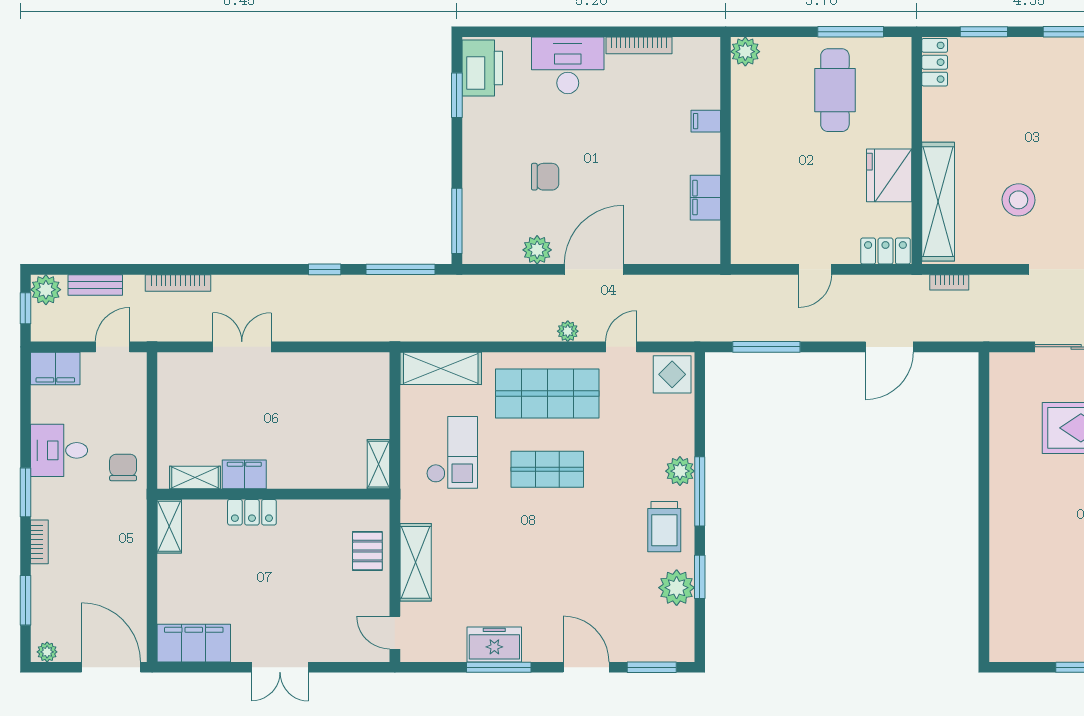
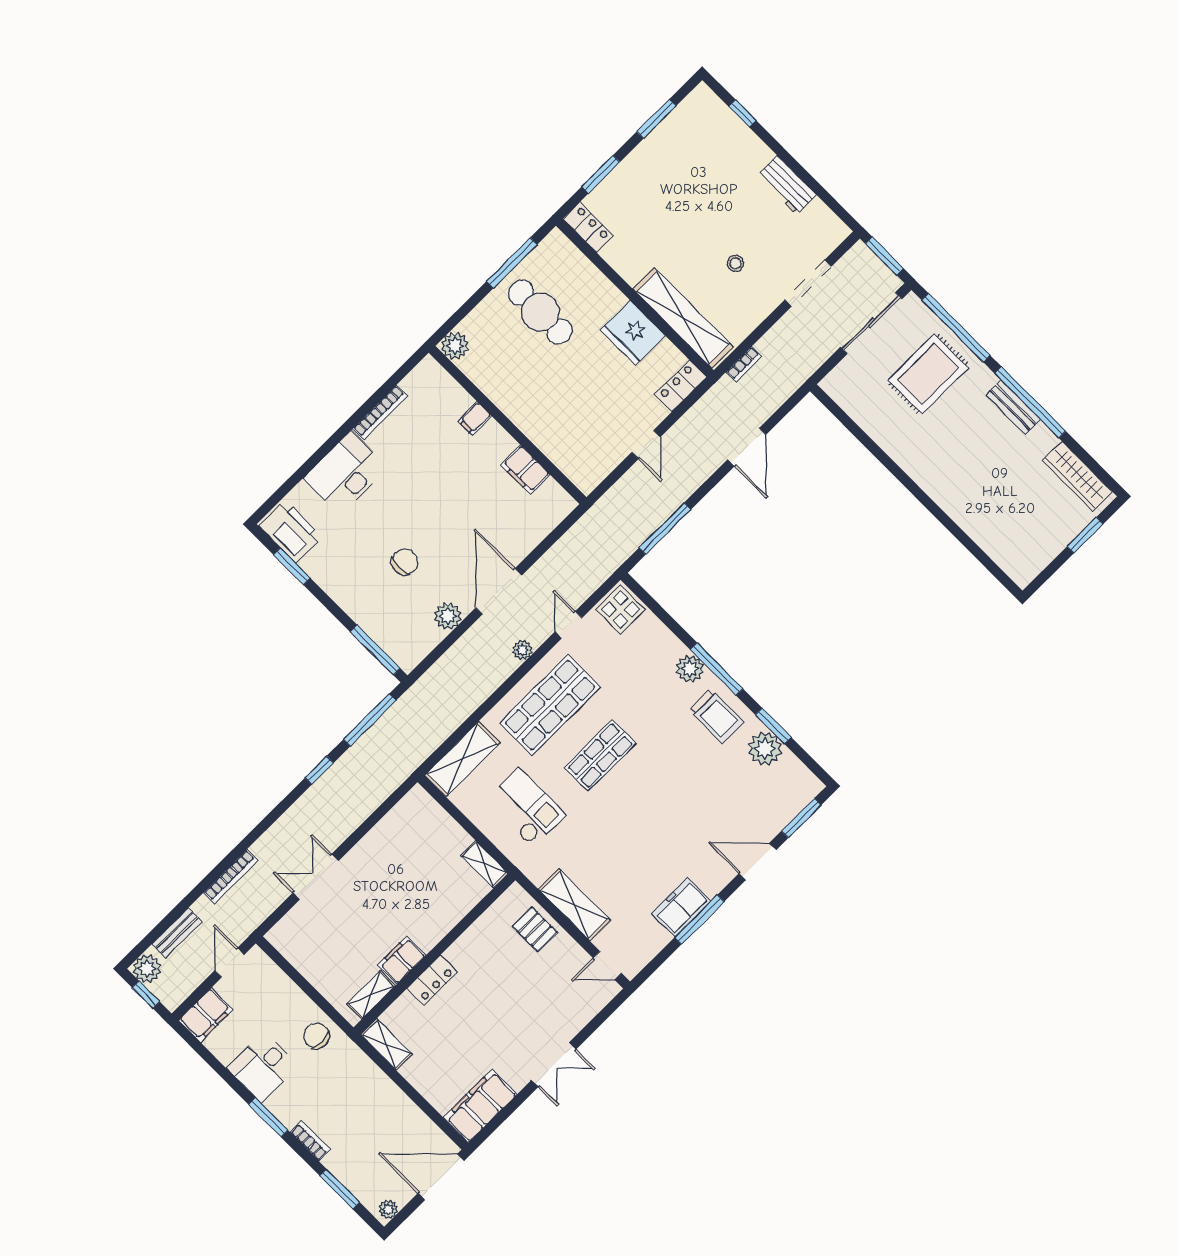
stool: (1018, 200) -> (735, 263), width x0.53, depth x0.53

